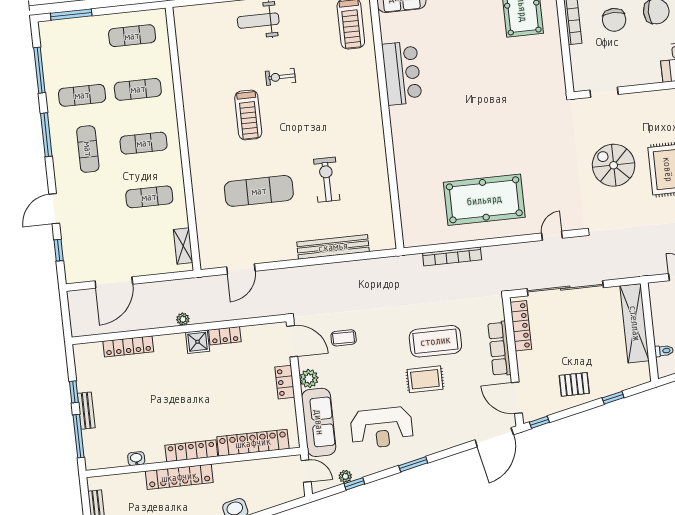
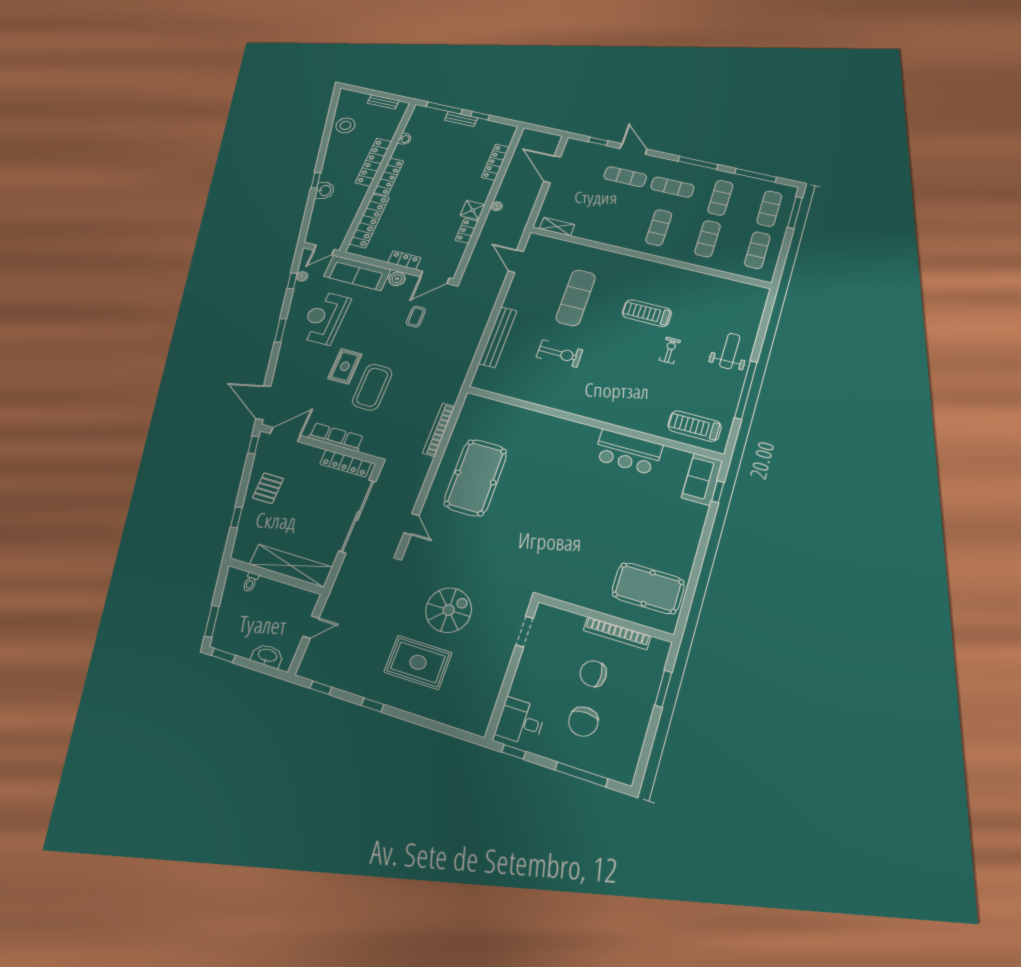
exercise mat: (76, 42) -> (769, 209), added
exercise mat: (149, 197) -> (625, 177), moved, turned 90

